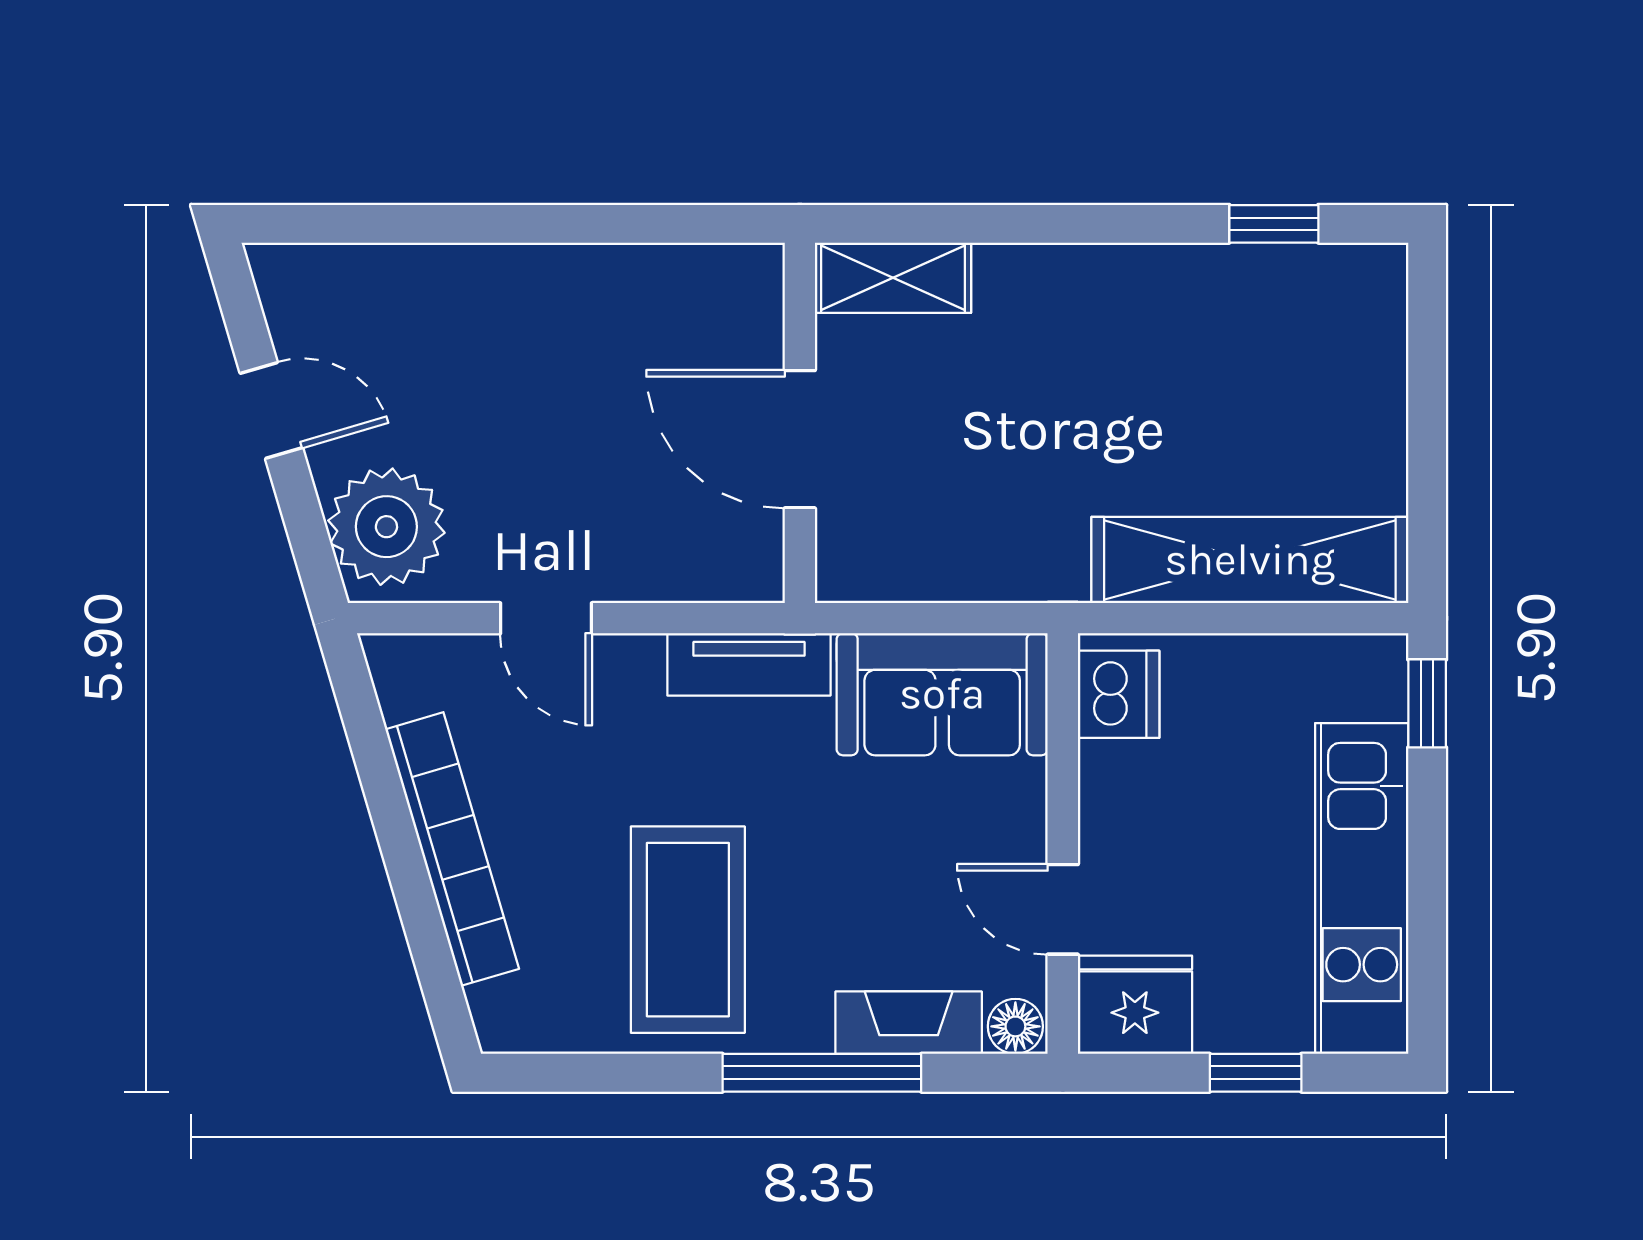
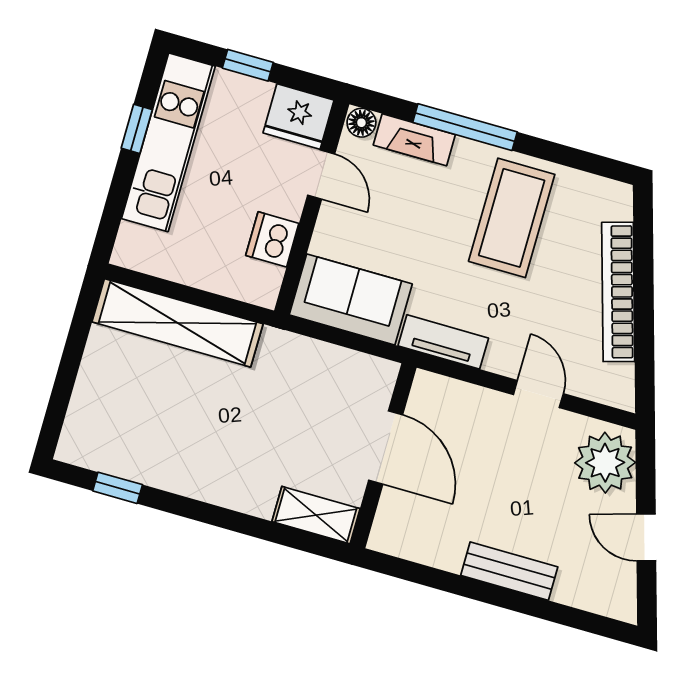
bench: (507, 276) -> (509, 571), added
dishwasher: (1119, 694) -> (272, 239), moved
window: (1427, 703) -> (137, 129), moved

